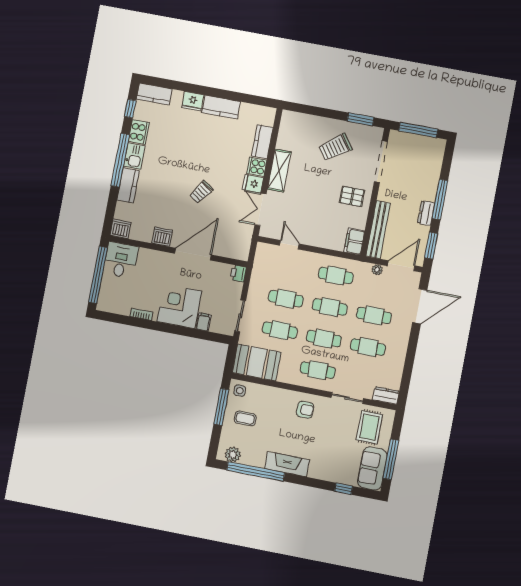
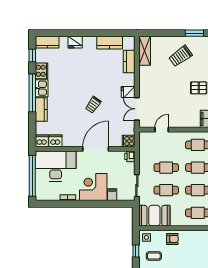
kitchen counter: (221, 107) -> (110, 43), moved
cooker: (257, 167) -> (129, 141), moved
shelving: (279, 171) -> (145, 51), moved
dishwasher: (162, 237) -> (55, 141), moved
door: (289, 245) -> (162, 130), hinge flipped
desk: (121, 260) -> (56, 166), width x1.87, depth x1.30
window: (221, 407) -> (136, 251), width x0.46
armchair: (305, 410) -> (172, 239), moved

